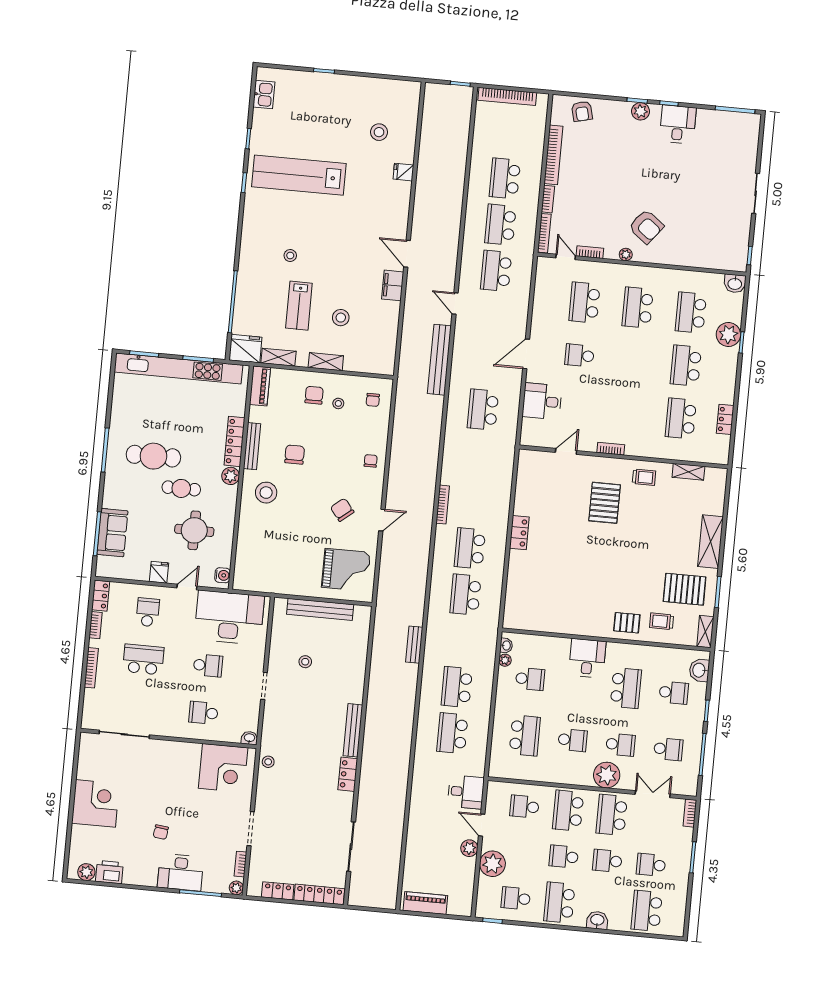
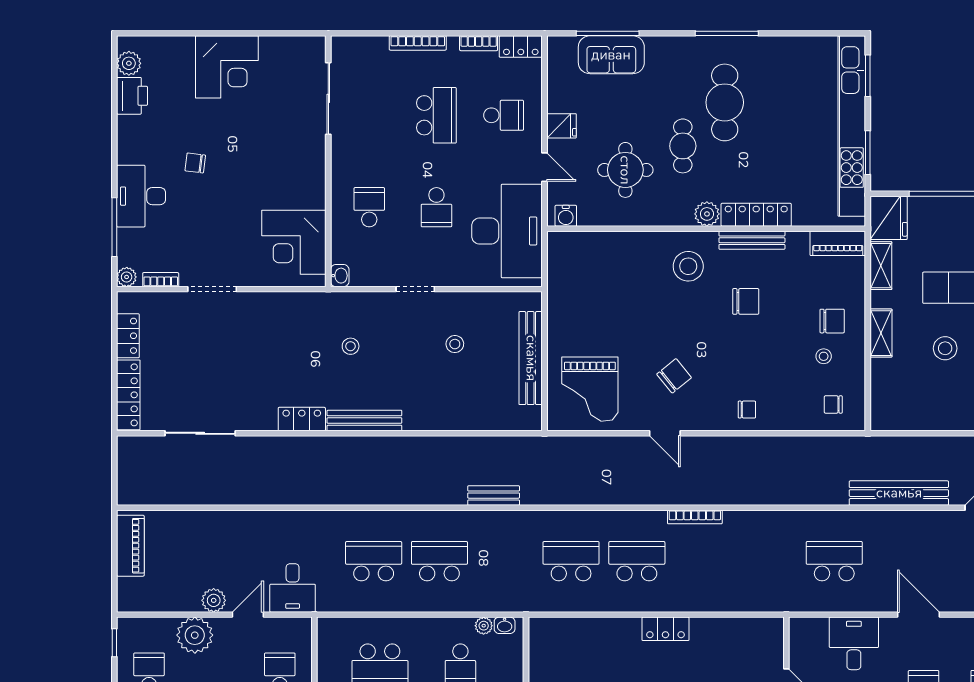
stool: (268, 762) -> (351, 346), moved

